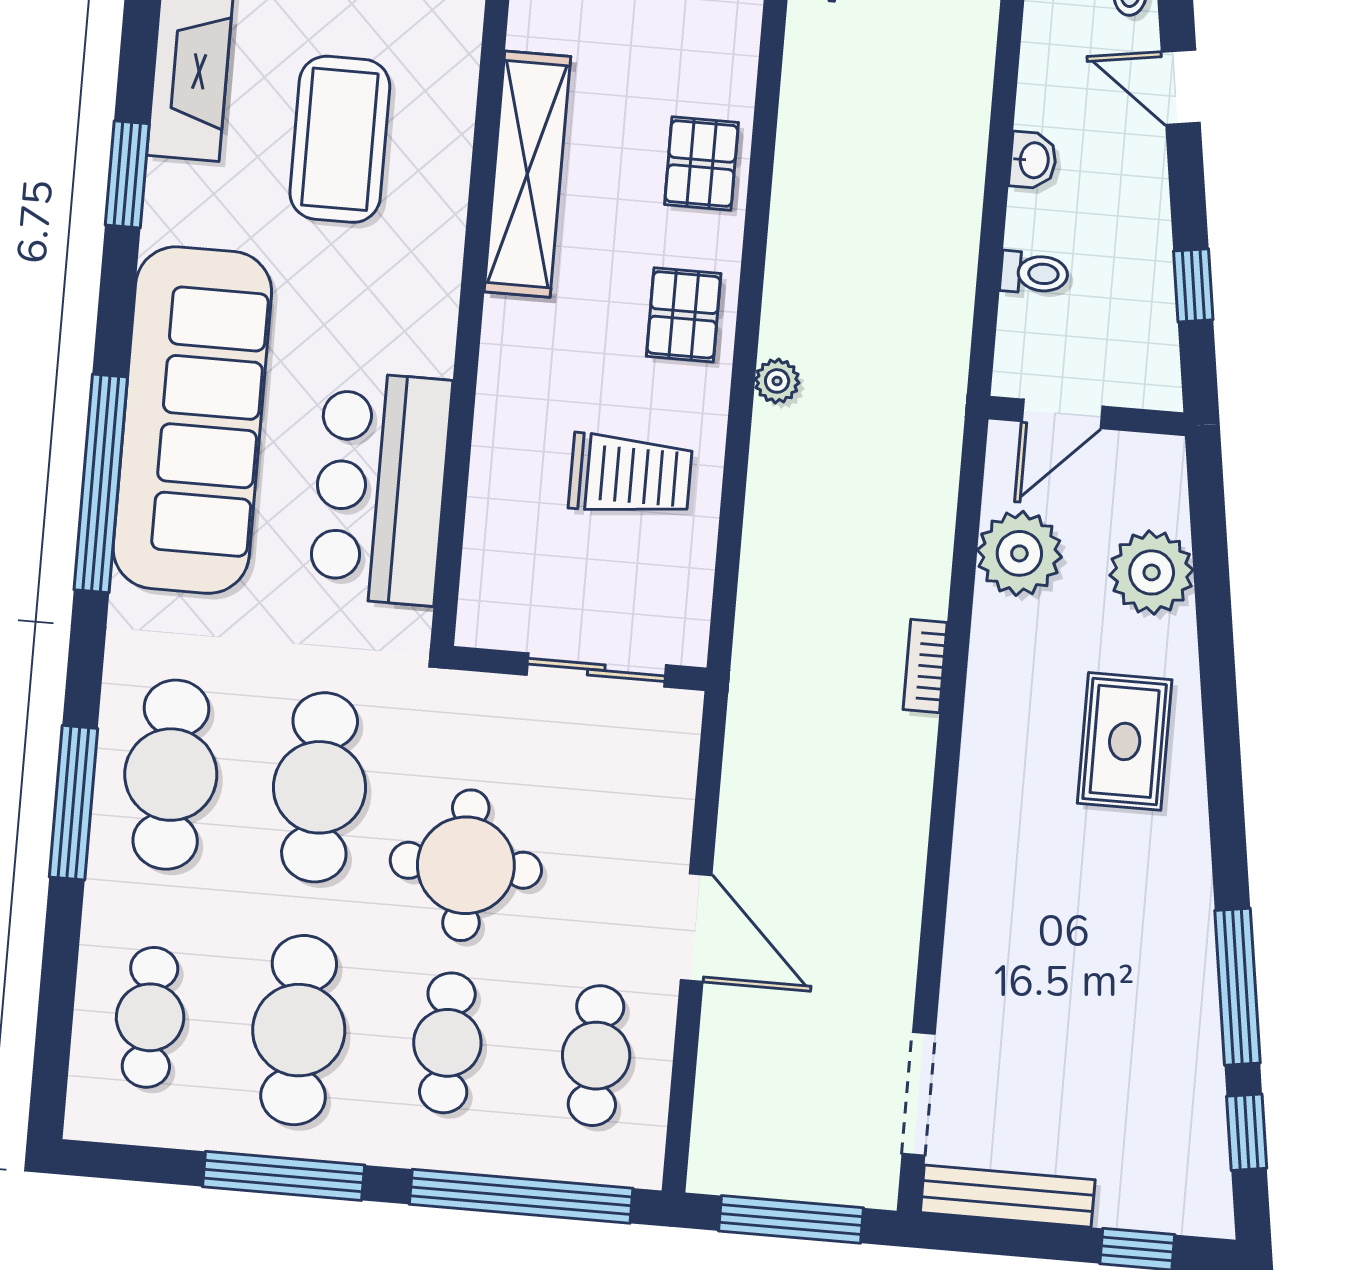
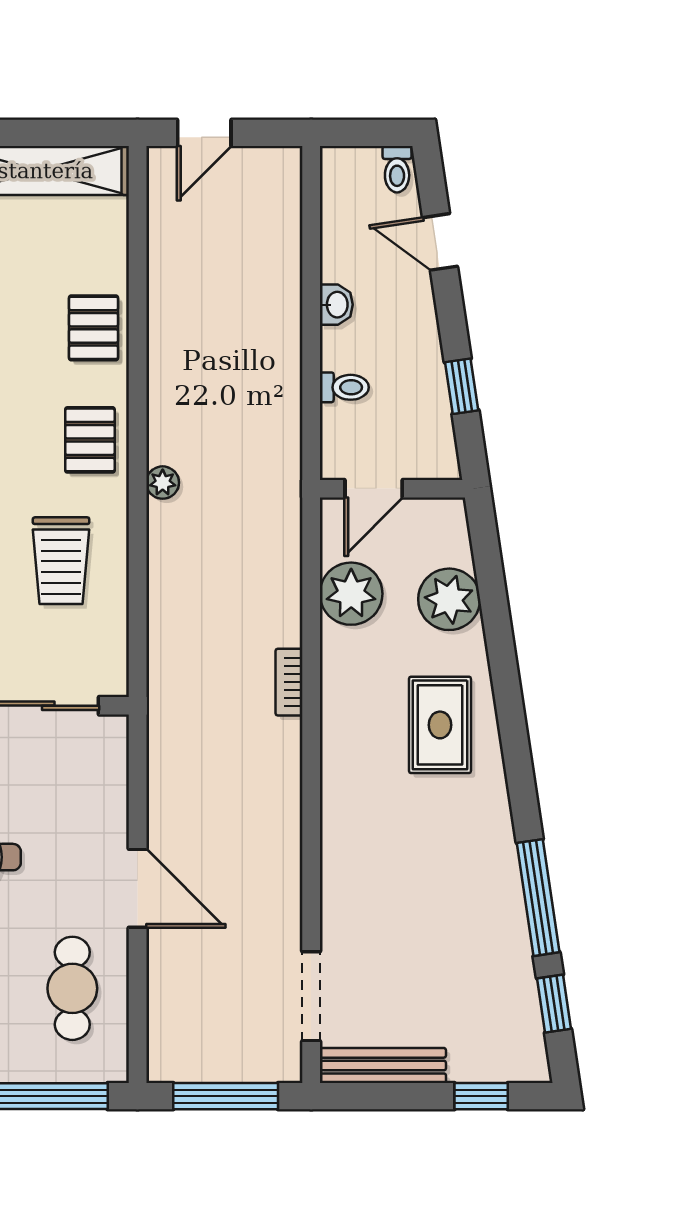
trolley: (630, 475) -> (61, 561), turned 90

